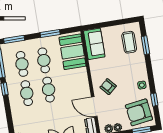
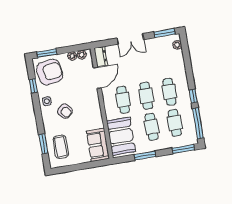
cafe table: (70, 86) -> (123, 100), added
armchair: (108, 87) -> (65, 111), moved
door: (94, 107) -> (97, 78), hinge flipped

